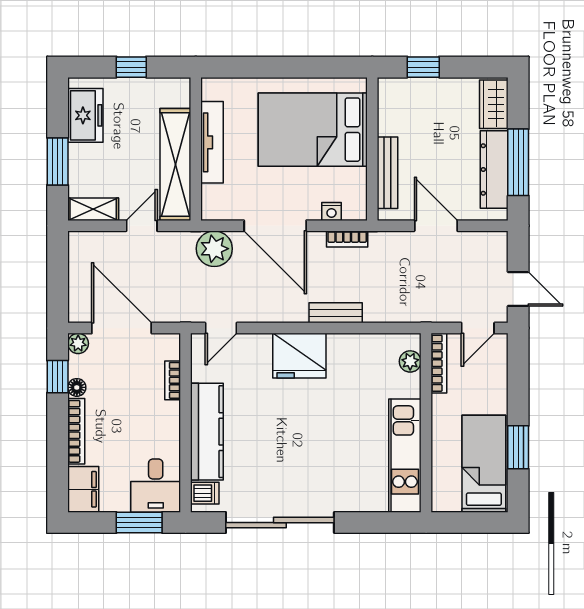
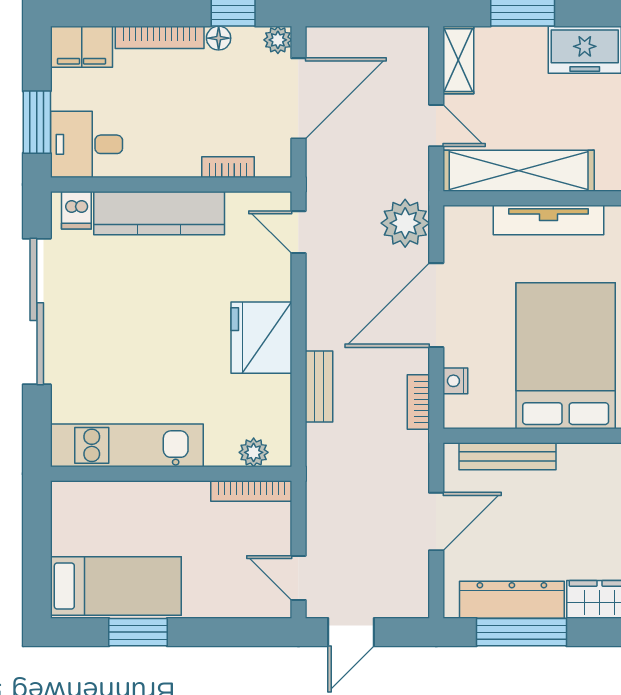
plant: (410, 361) -> (254, 452), moved
bookcase: (439, 363) -> (251, 491), moved
wall: (426, 423) -> (171, 474), moved
kitchen unit: (405, 456) -> (127, 445), moved

